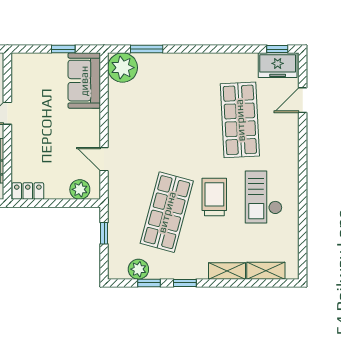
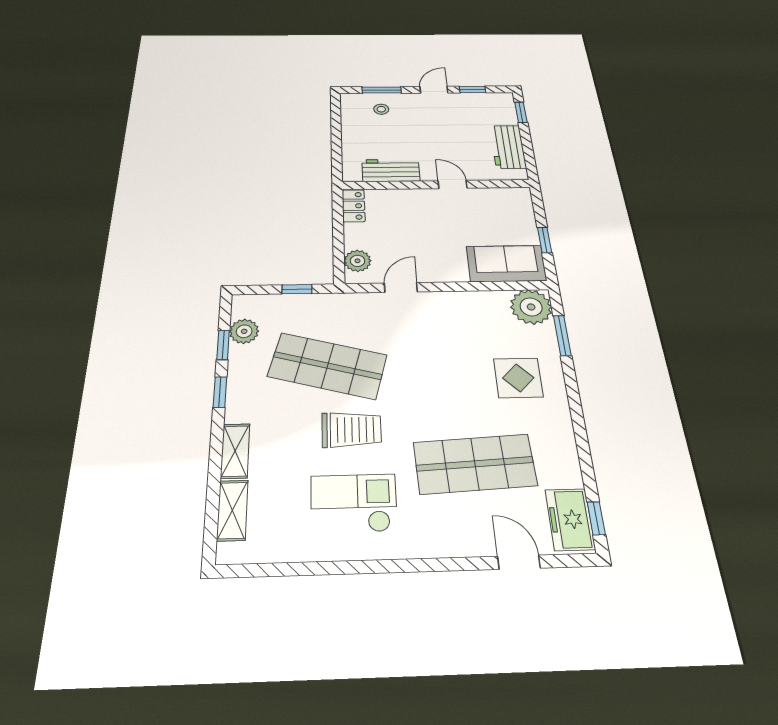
display table: (179, 84) -> (518, 378), added

